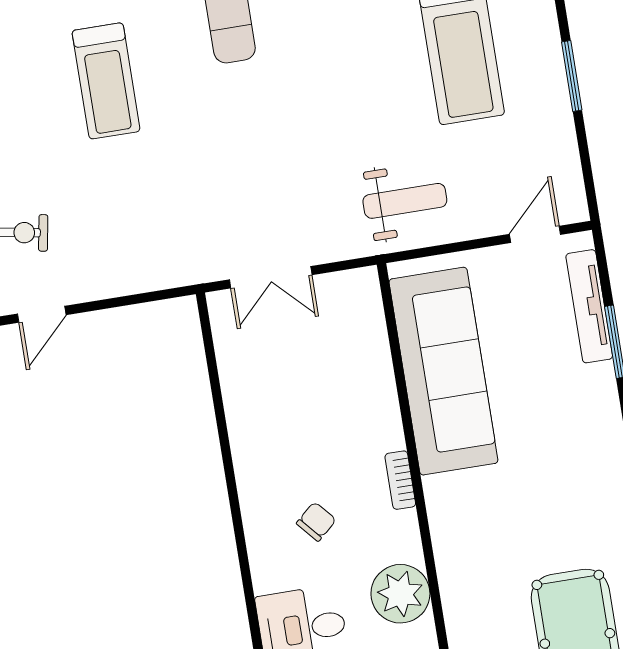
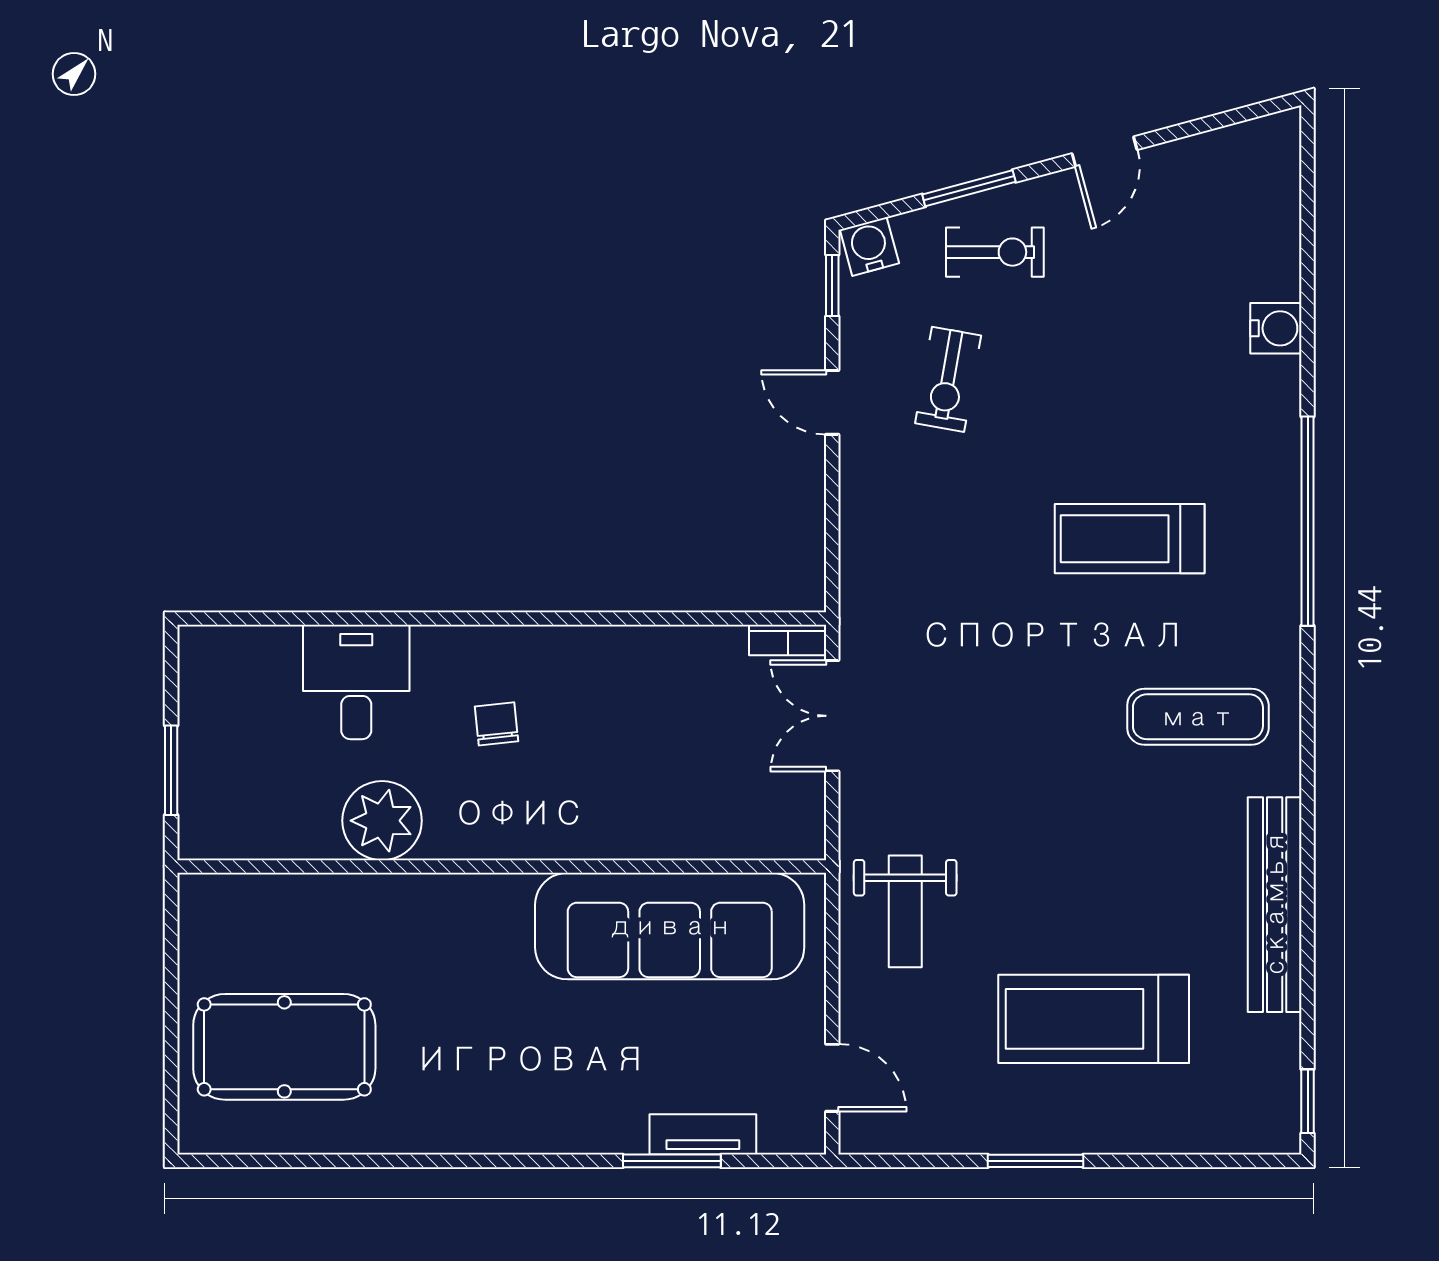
tv unit: (589, 306) -> (703, 1134), width x0.71
bookcase: (400, 480) -> (788, 640), moved, turned 180
chair: (316, 522) -> (497, 724), turned -145

